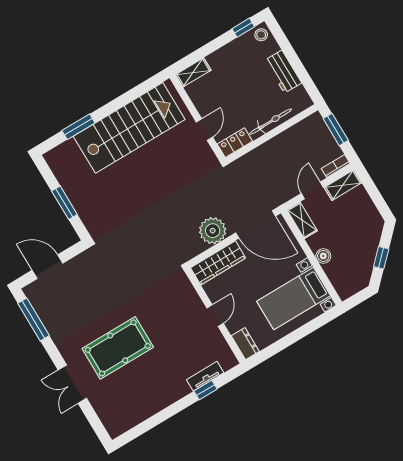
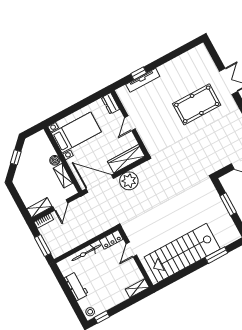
shelving: (302, 220) -> (63, 176), moved
tv unit: (205, 376) -> (143, 80), width x1.41

